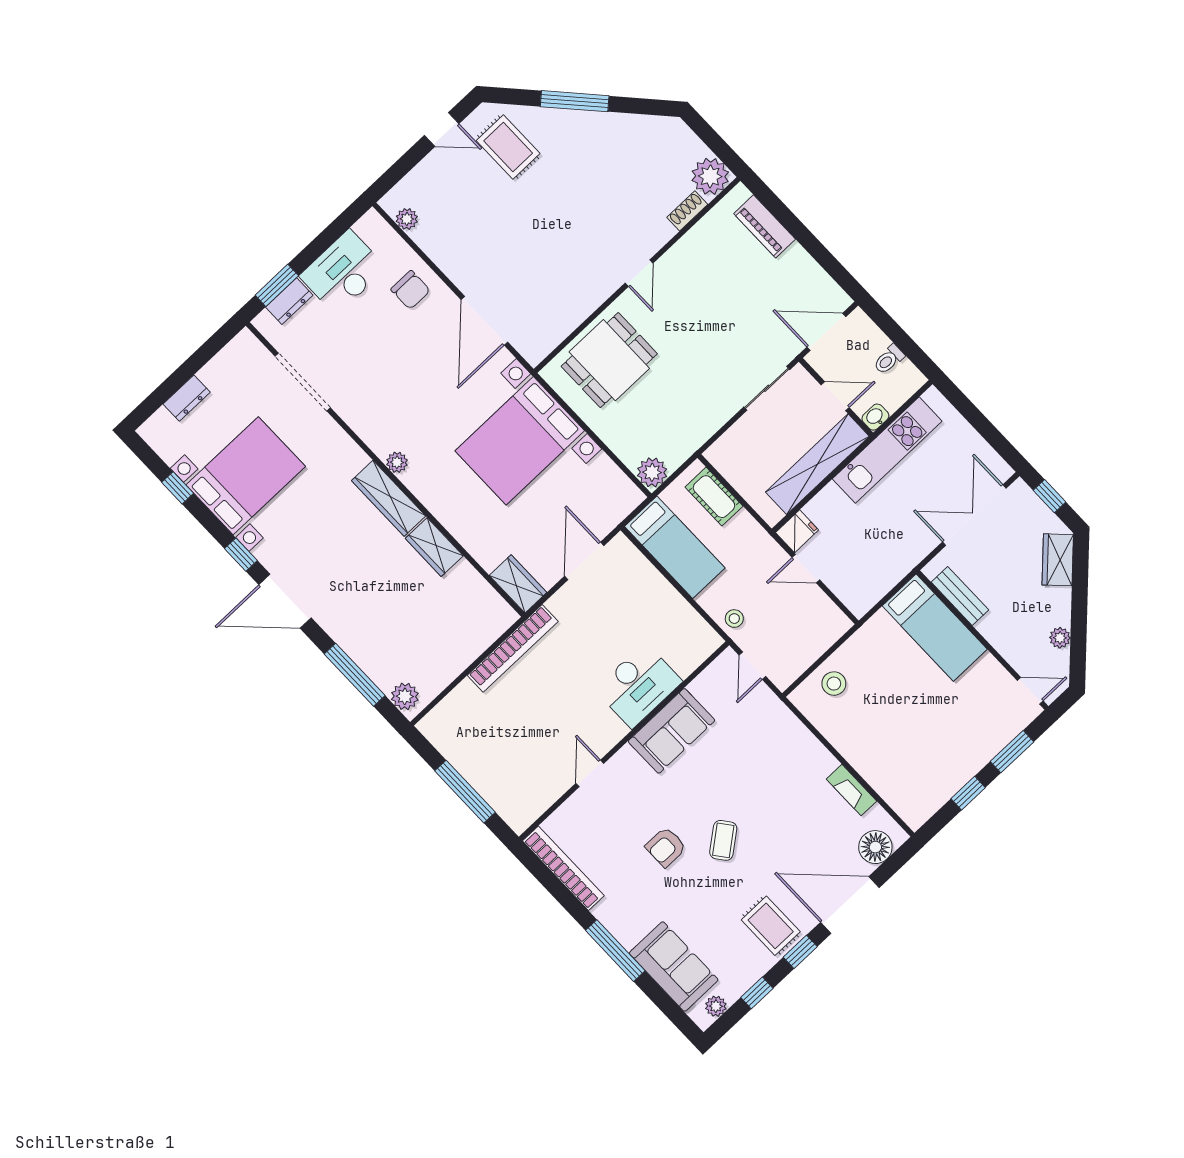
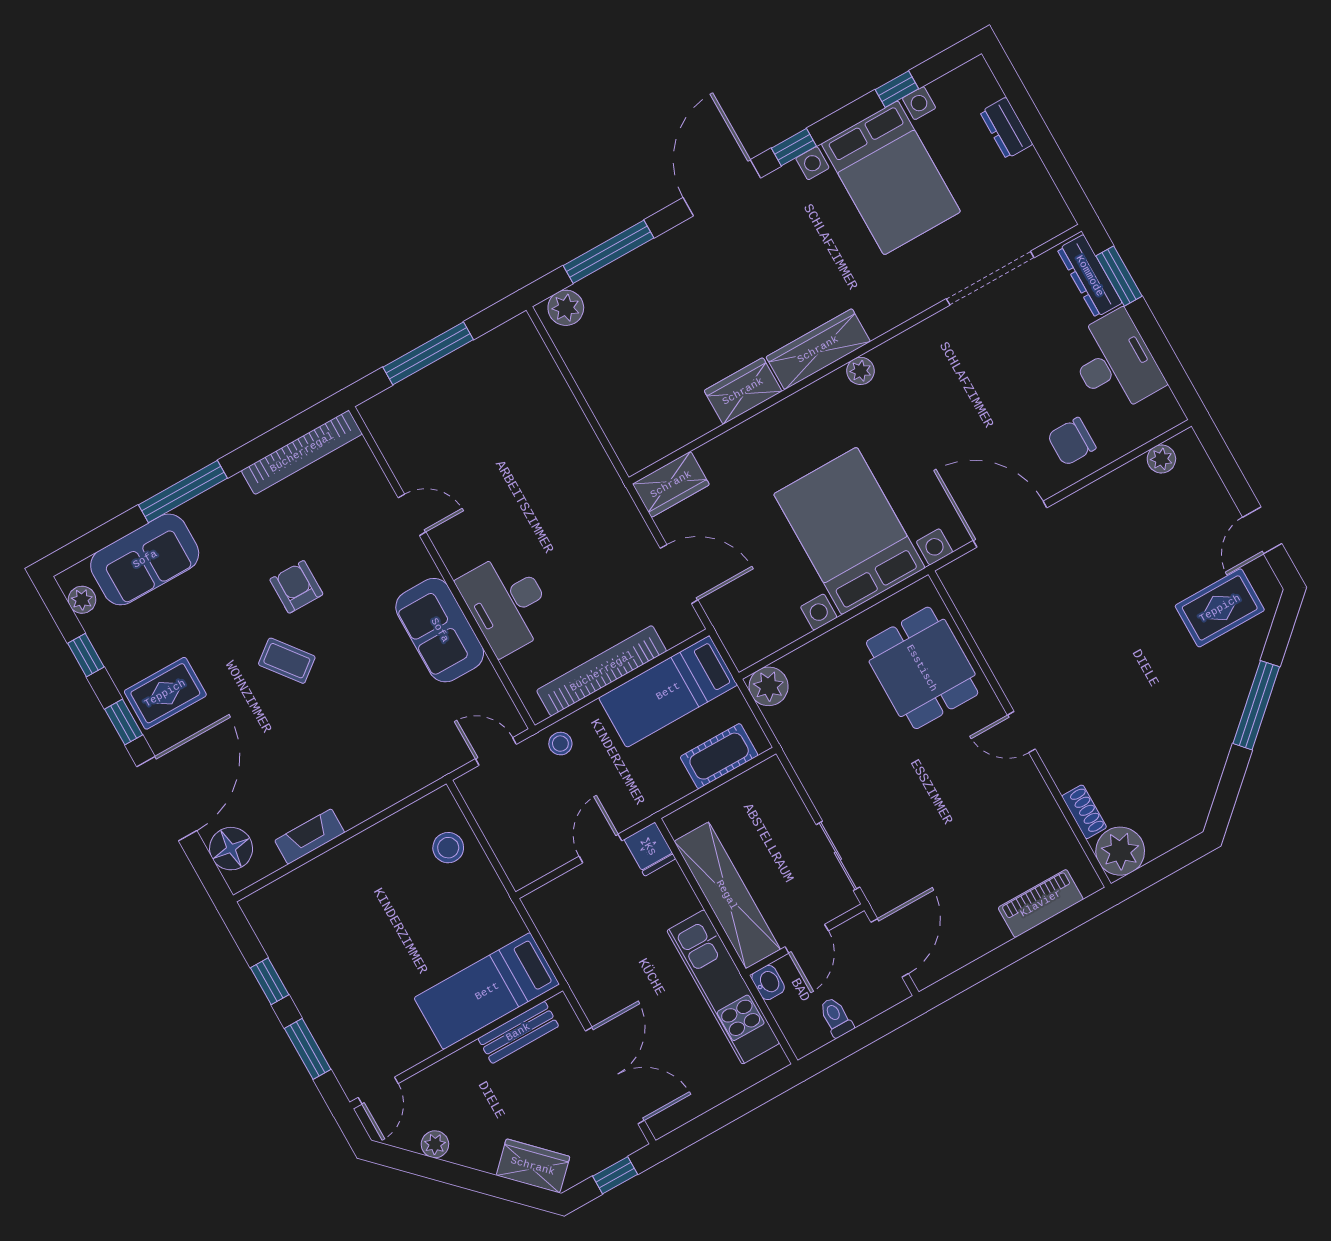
dresser: (289, 301) -> (1090, 276), width x1.44
bookcase: (513, 648) -> (602, 671), moved, turned 90

